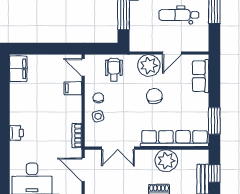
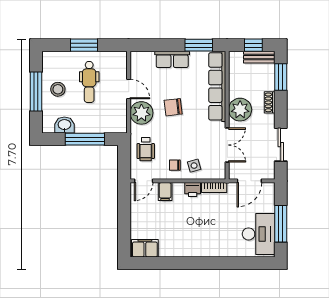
wheelchair: (114, 70) -> (146, 149), turned -90
row of seats: (201, 76) -> (172, 59), moved
printer: (16, 133) -> (193, 190), moved, turned 180
plant: (166, 161) -> (240, 110), moved

